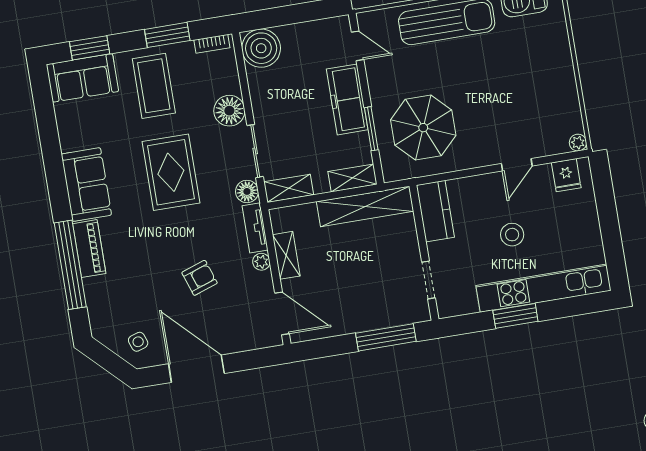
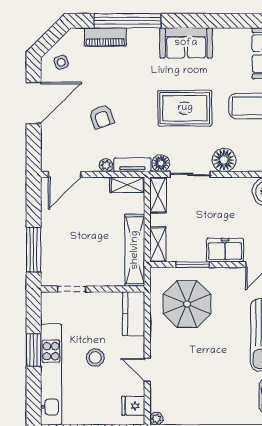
freezer: (347, 99) -> (225, 250), width x0.71
kitchen counter: (435, 211) -> (134, 314), moved, turned 90
piano: (89, 249) -> (105, 37), moved
shelving: (286, 255) -> (127, 185), moved

